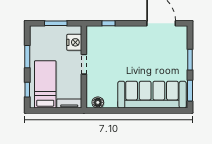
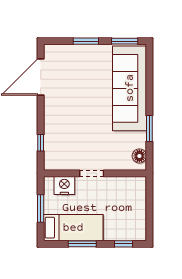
bed: (45, 84) -> (73, 228), moved, turned 180
tv unit: (69, 103) -> (141, 192), removed
window: (120, 111) -> (149, 129), added

